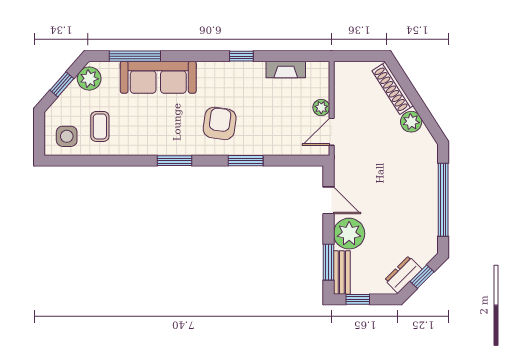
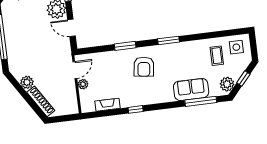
sofa: (158, 77) -> (191, 89), width x0.73

